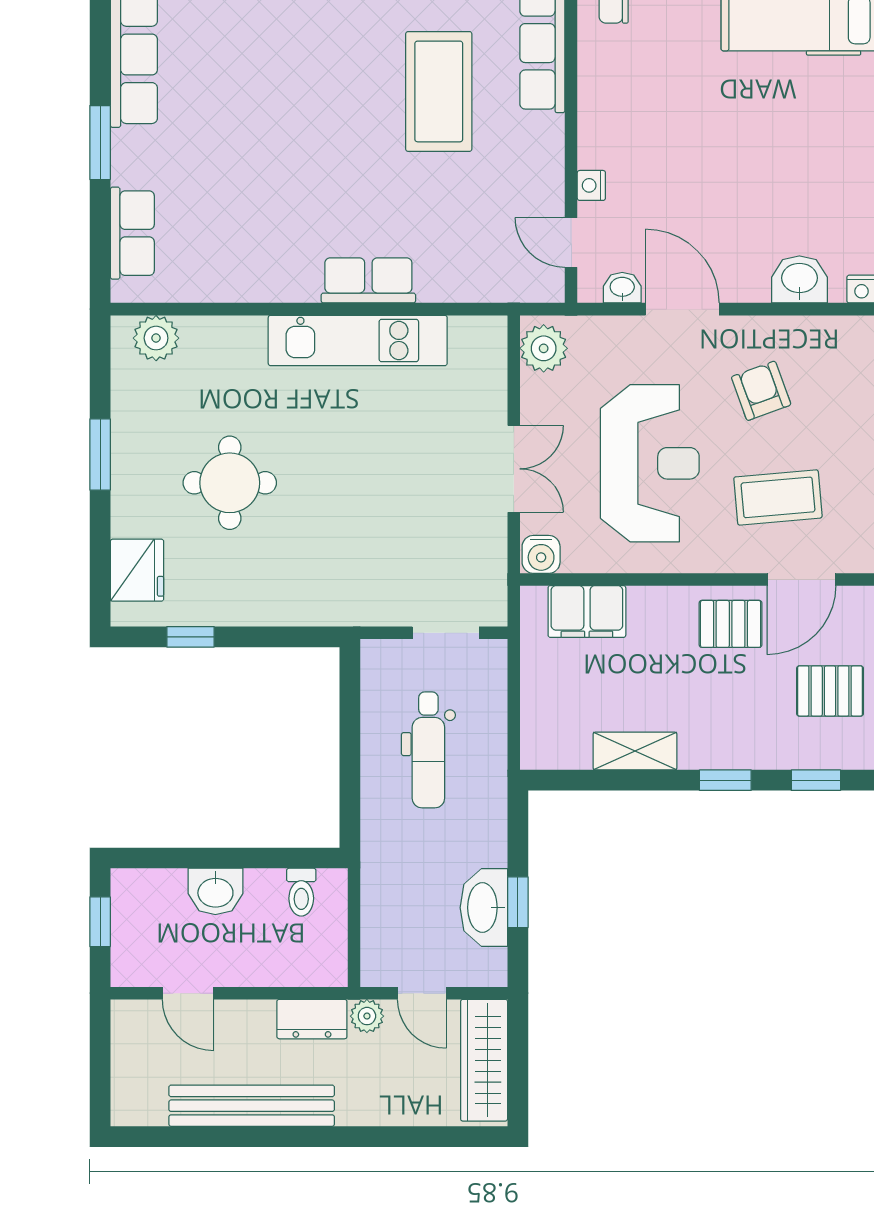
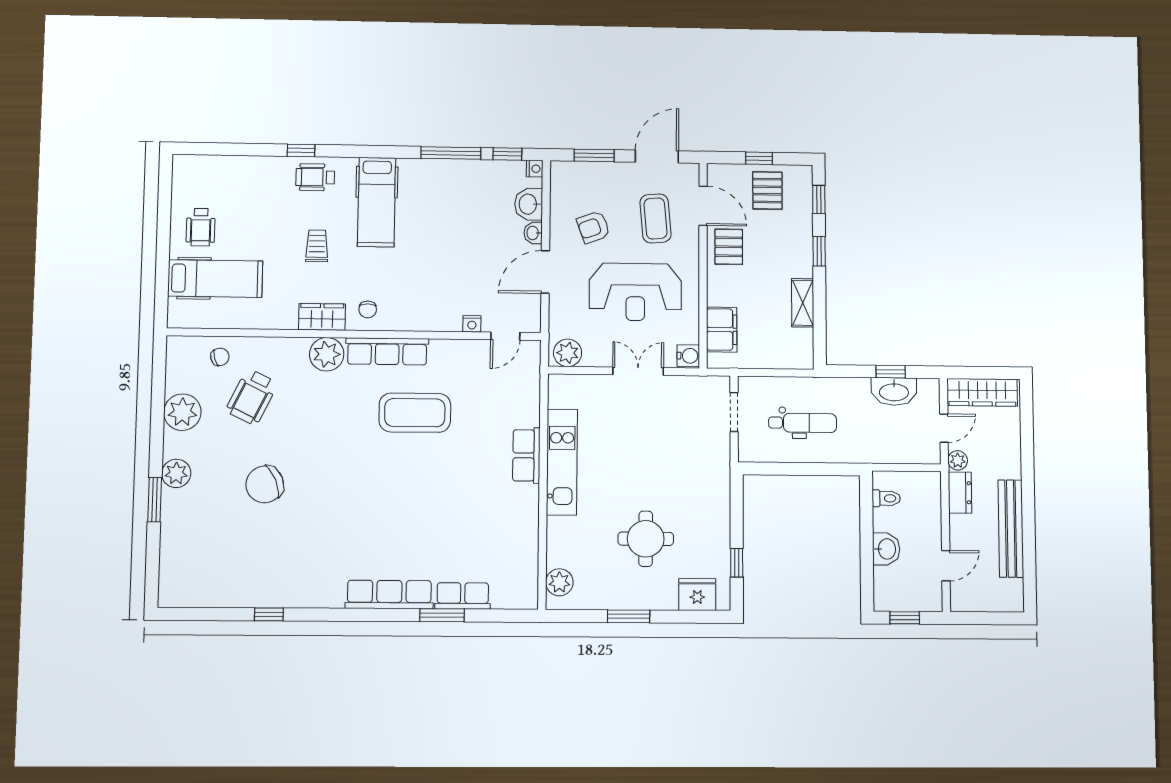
row of seats: (132, 233) -> (463, 596), moved
washbasin: (622, 288) -> (533, 233), moved
reception desk: (650, 463) -> (635, 292), turned 180

